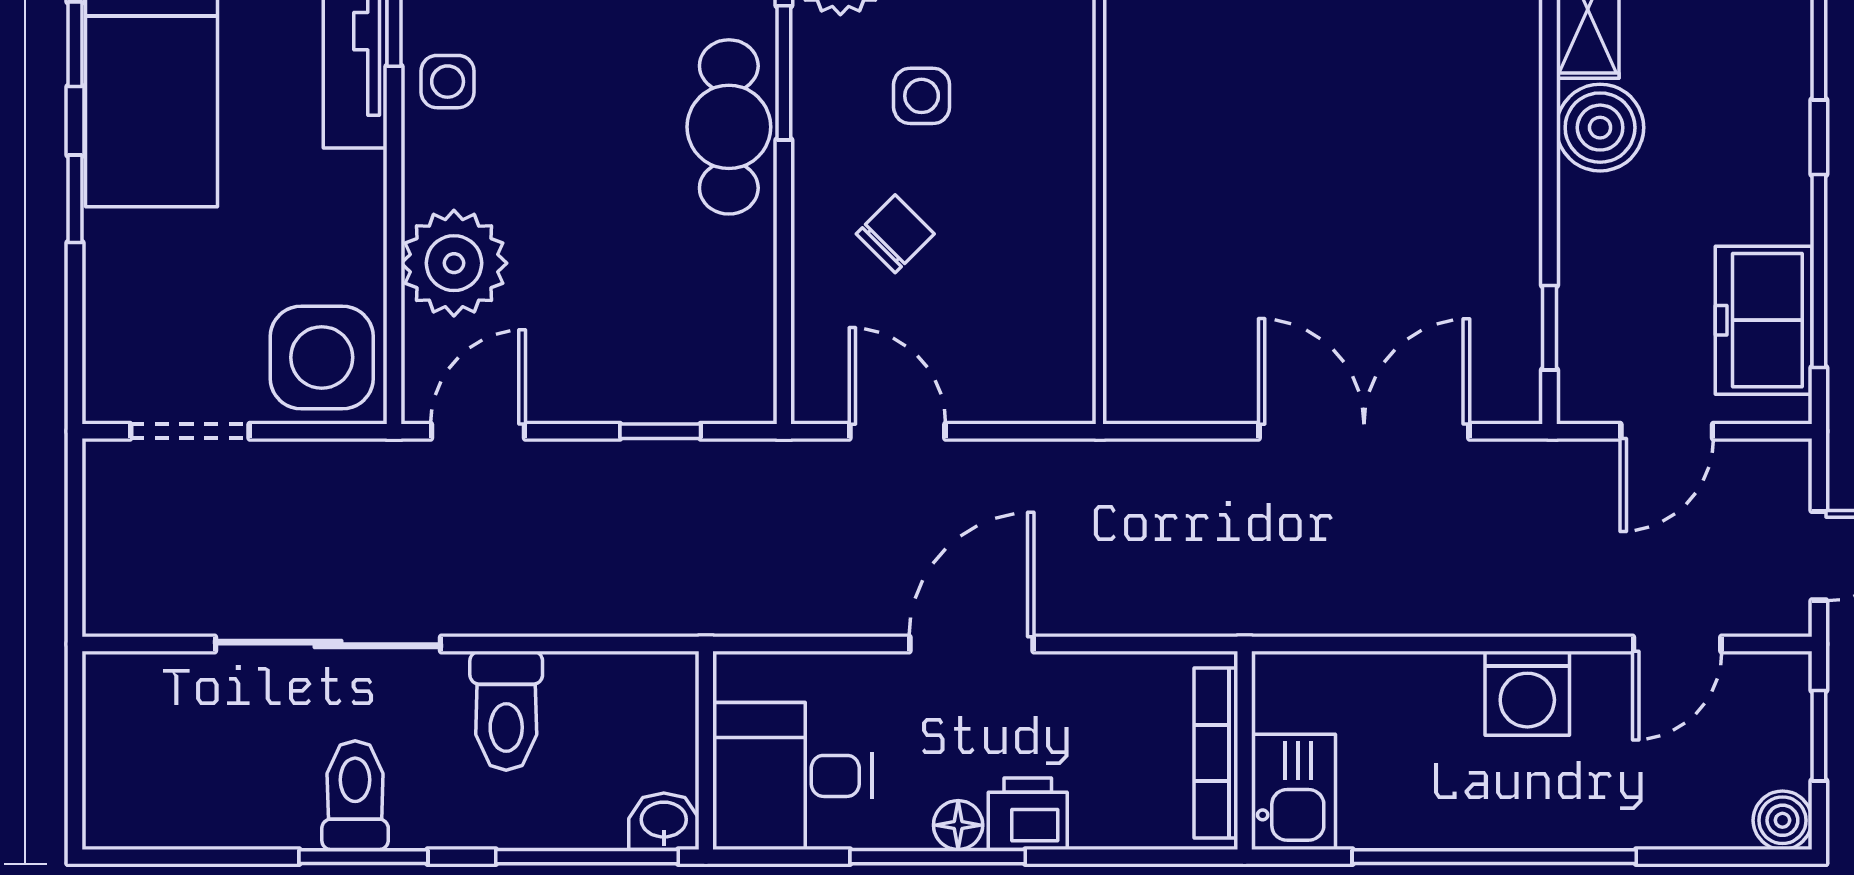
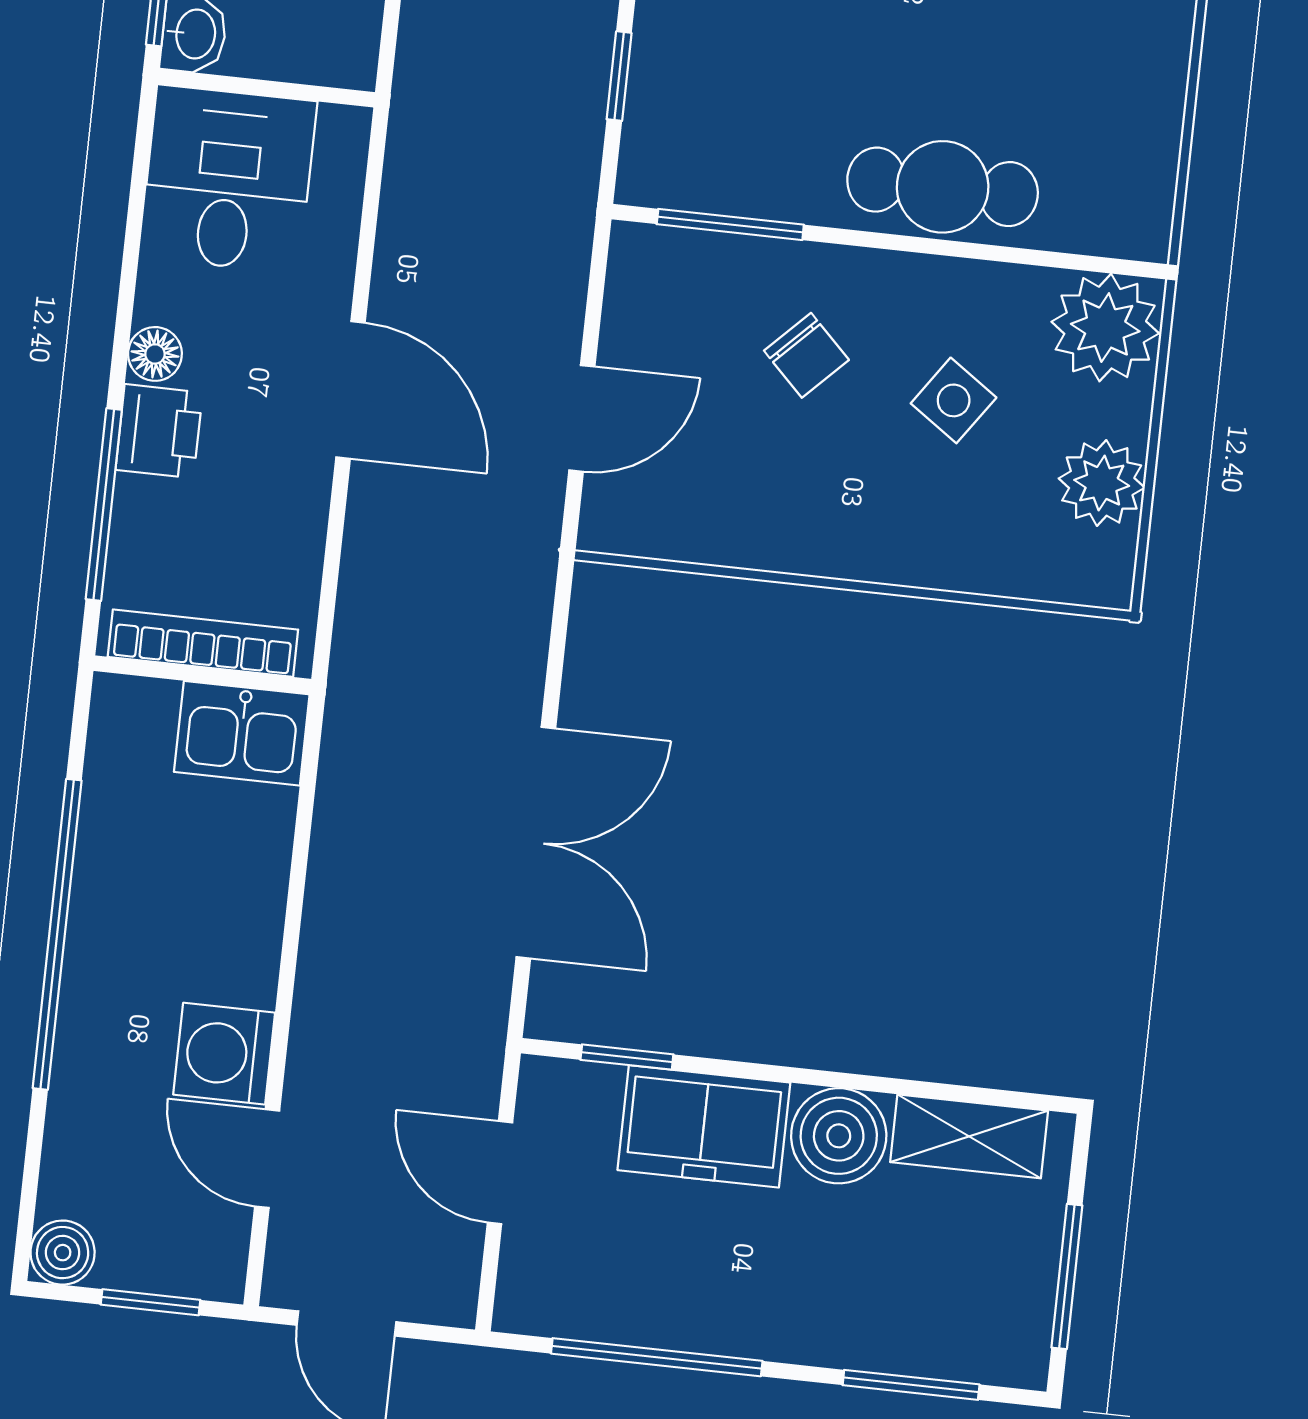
window: (784, 73) -> (730, 224), moved
side table: (922, 96) -> (954, 400), turned 35
freezer: (1764, 320) -> (704, 1126), moved, turned 180
door: (897, 431) -> (582, 418), moved
washing machine: (1527, 693) -> (224, 1054), moved
kitchen sink: (1294, 792) -> (242, 733), moved
window: (938, 857) -> (104, 505), moved

